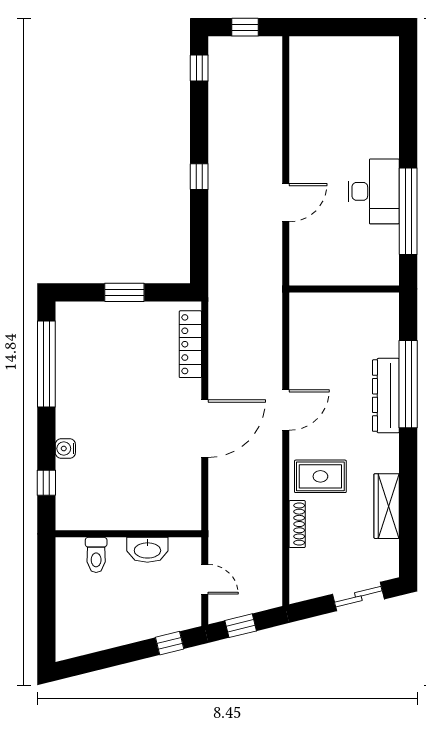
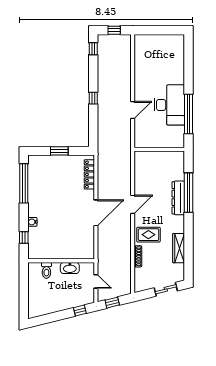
desk: (374, 191) -> (169, 105), width x1.36, depth x1.30

